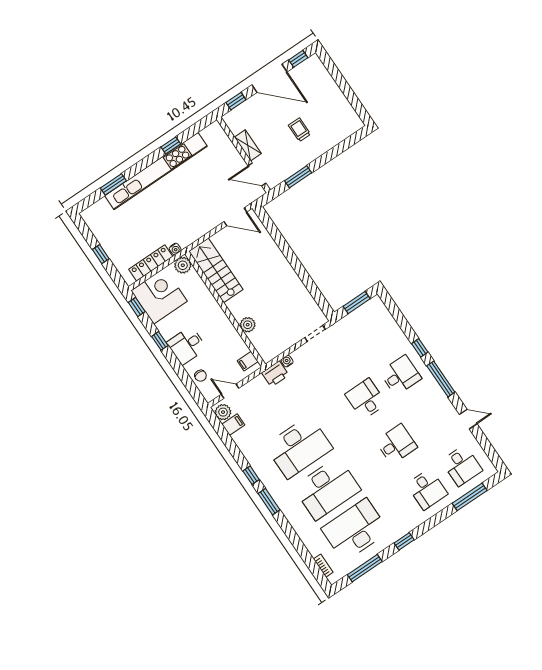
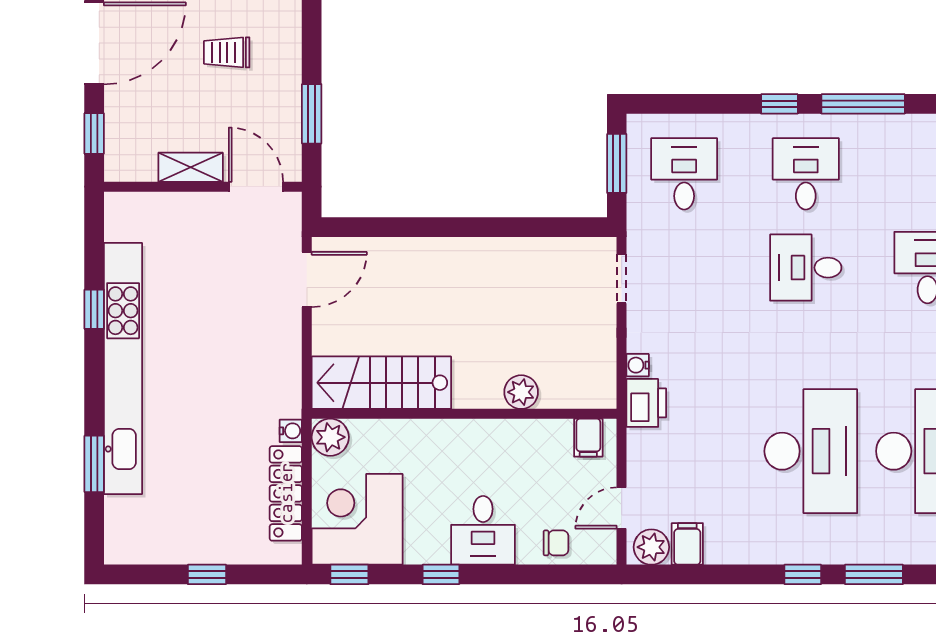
door: (257, 174) -> (256, 187), swing flipped
desk: (370, 330) -> (684, 174), added

